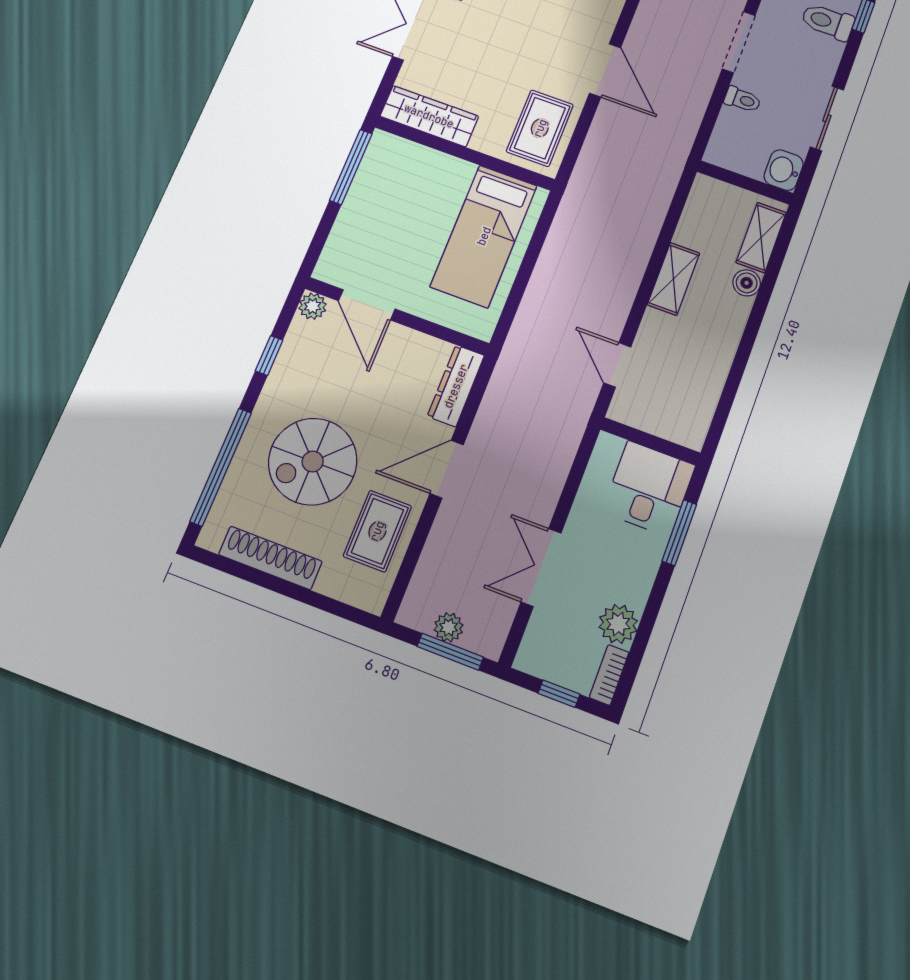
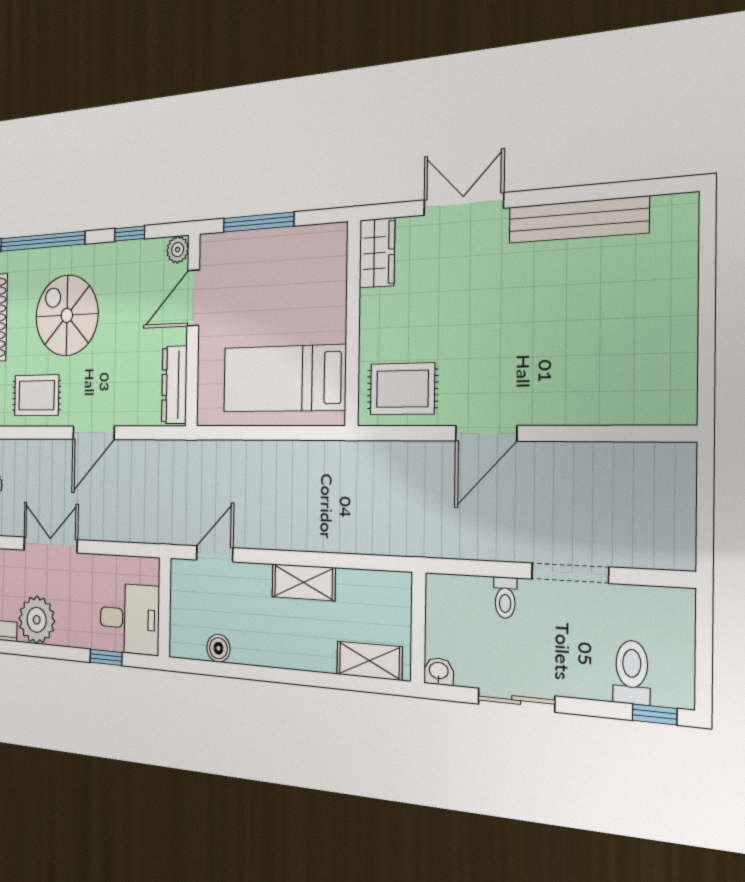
wardrobe: (429, 116) -> (377, 253), width x0.67
window: (351, 167) -> (258, 222), moved
washbasin: (784, 170) -> (439, 671), width x0.72, depth x0.69
boiler: (747, 283) -> (218, 648), moved
dresser: (456, 386) -> (174, 385), moved, turned -90
door: (447, 469) -> (94, 433), swing flipped
window: (679, 533) -> (106, 657), width x0.67
plant: (618, 624) -> (37, 620), width x1.36, depth x1.36

